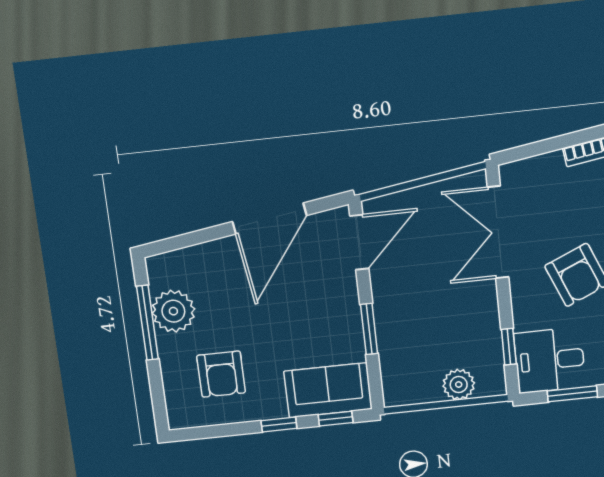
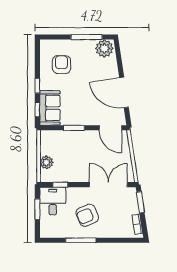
window: (534, 149) -> (141, 202), added
plant: (173, 311) -> (104, 48), moved
armchair: (221, 374) -> (62, 65), turned 90

